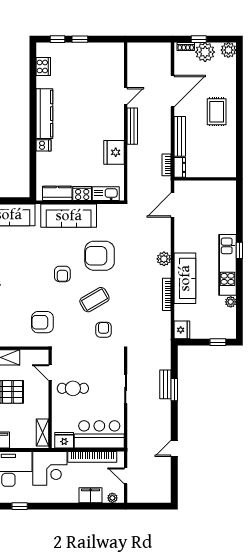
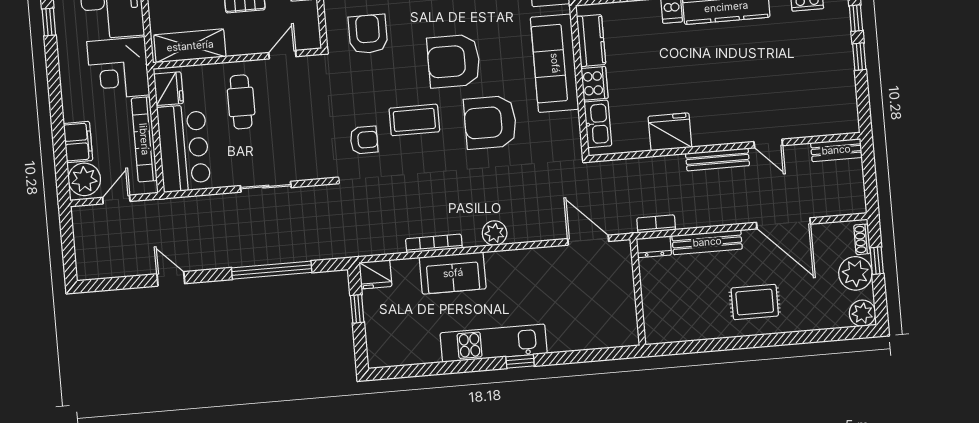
armchair: (100, 256) -> (490, 122), turned -90
armchair: (62, 274) -> (454, 61), width x1.88, depth x1.88
sofa: (185, 278) -> (453, 273), width x0.73
coffee table: (94, 300) -> (414, 120), turned -60
plant: (231, 302) -> (431, 354), removed
window: (218, 342) -> (357, 309), moved
bench: (165, 384) -> (836, 150), moved
cafe table: (73, 388) -> (241, 102), moved
window: (174, 390) -> (272, 270), width x2.11
shelving: (42, 433) -> (190, 46), width x1.50, depth x1.33
plant: (112, 498) -> (84, 179), width x1.88, depth x1.88

